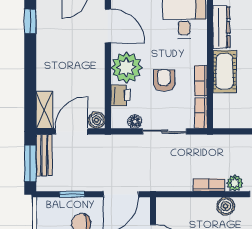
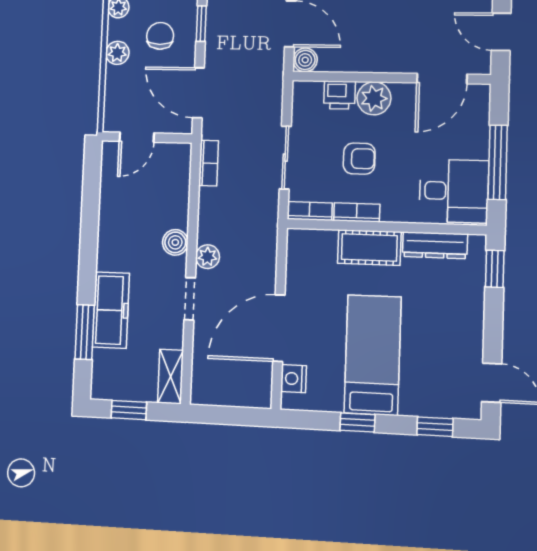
plant: (126, 68) -> (374, 98), width x0.73, depth x0.73
floor lamp: (135, 122) -> (301, 115), removed
bookcase: (209, 185) -> (209, 163), moved

